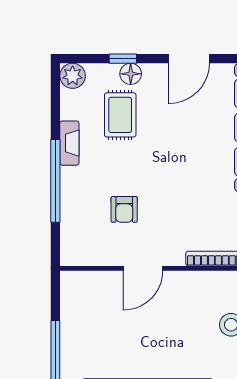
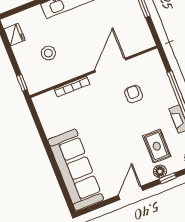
door: (143, 268) -> (110, 65), width x1.36

